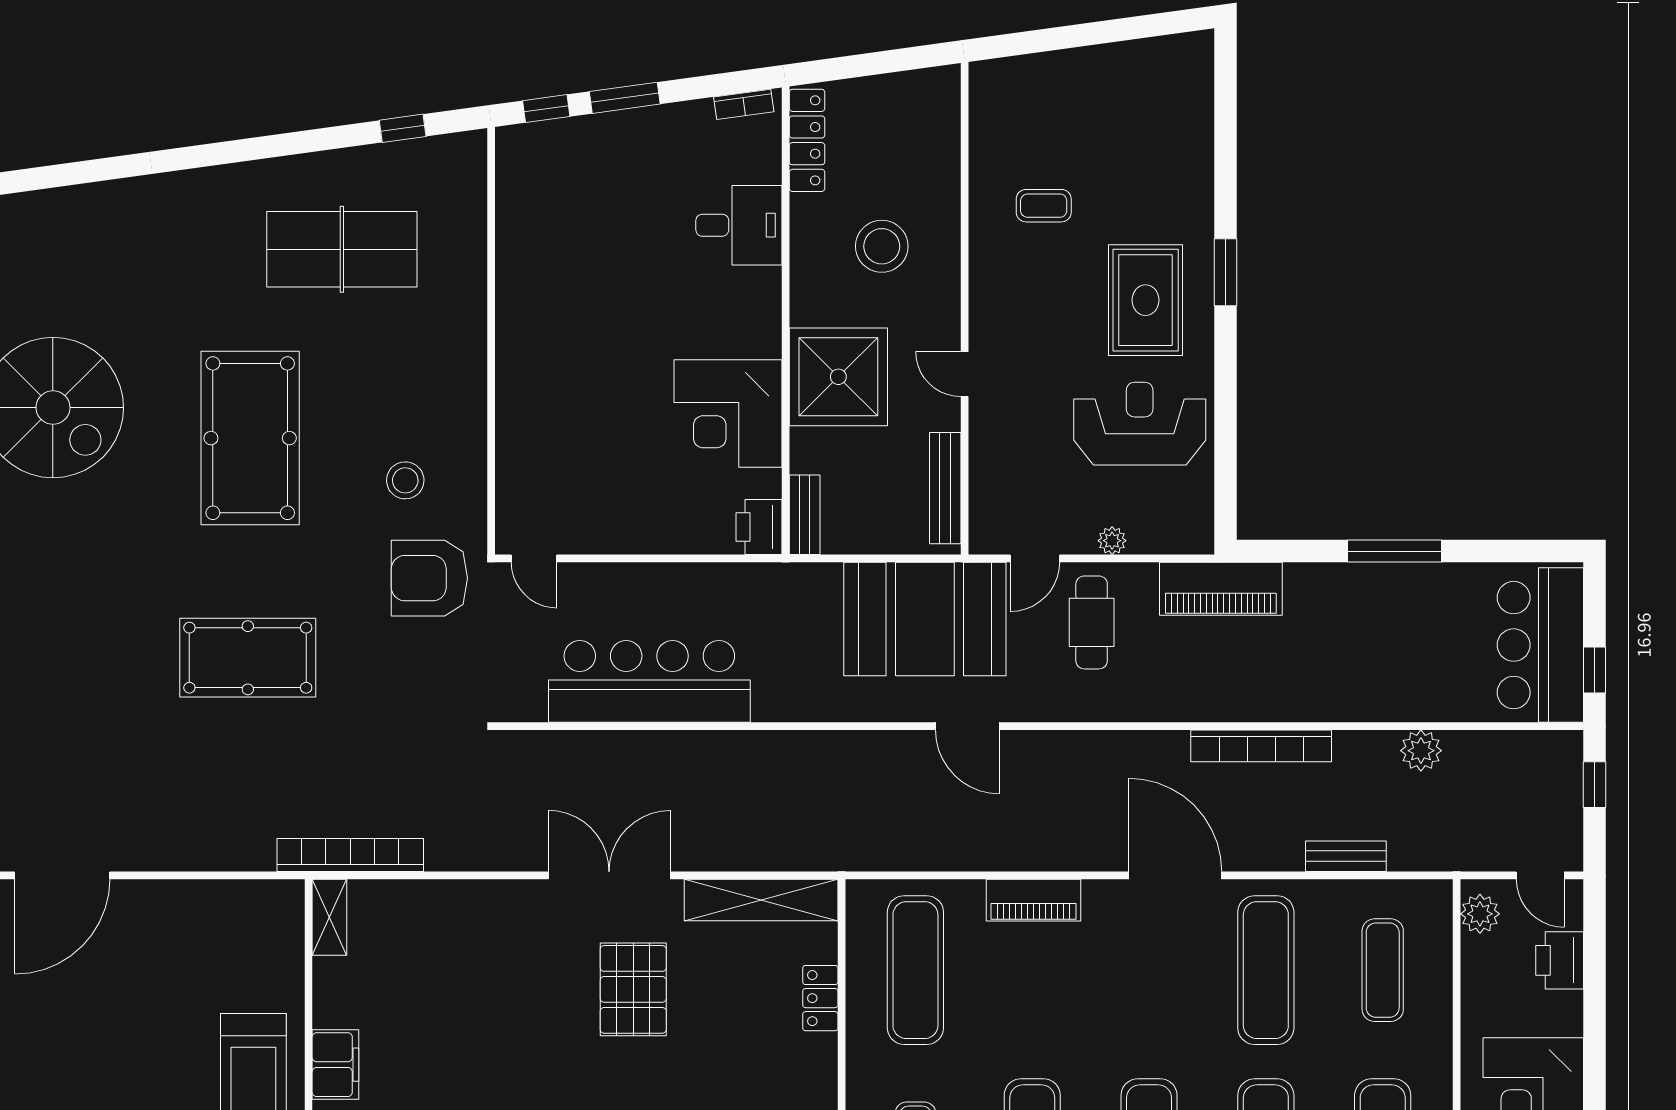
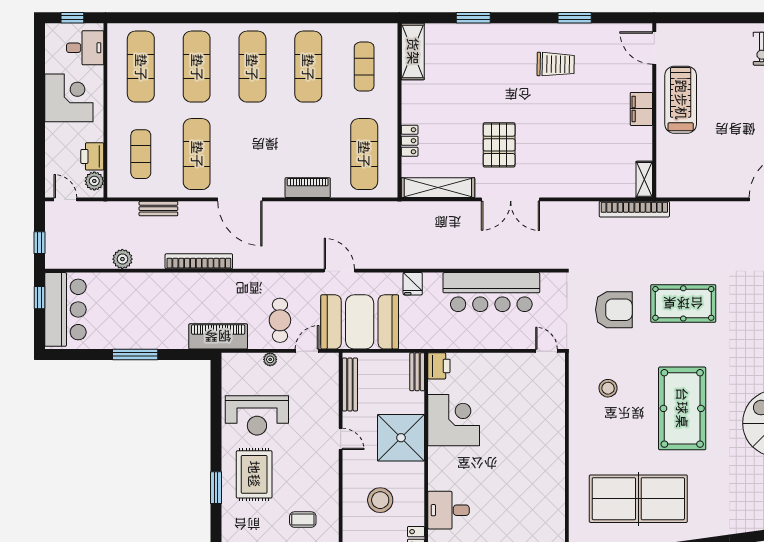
table tennis table: (342, 249) -> (638, 499), width x1.36, depth x1.32
armchair: (429, 578) -> (614, 310), moved
fridge: (814, 699) -> (413, 284), added
printer: (1560, 960) -> (92, 156), moved, turned 180

